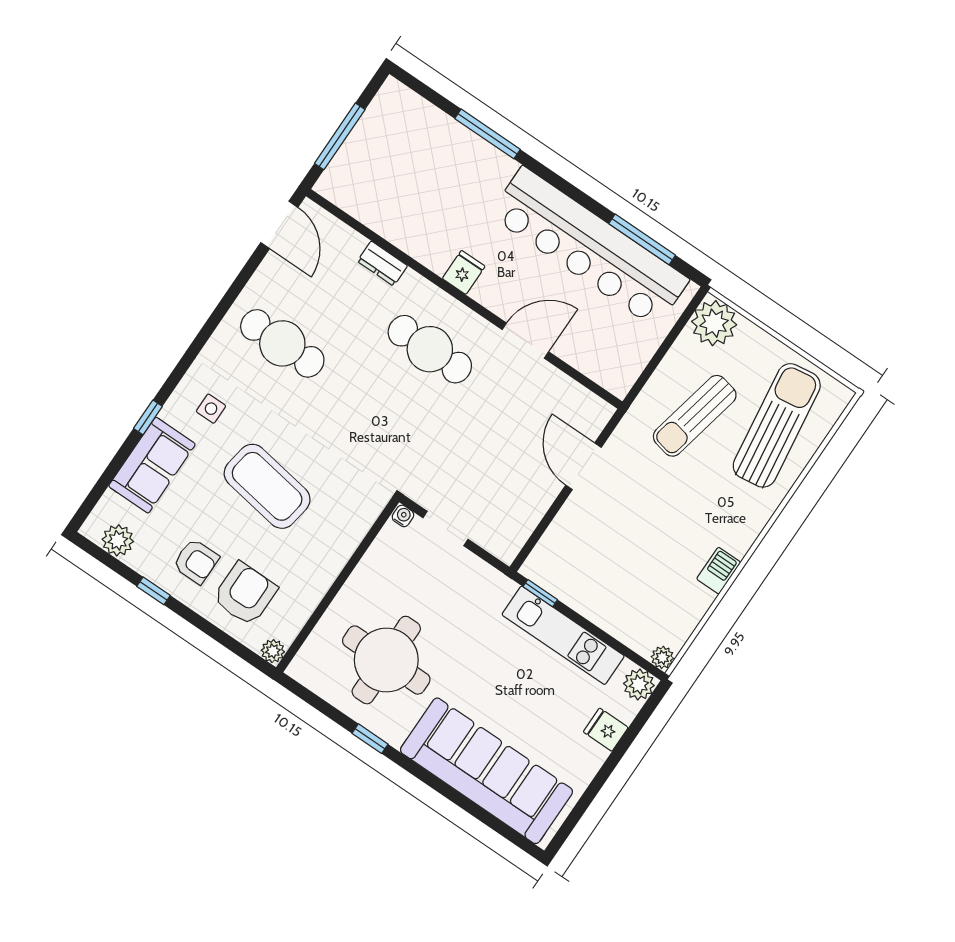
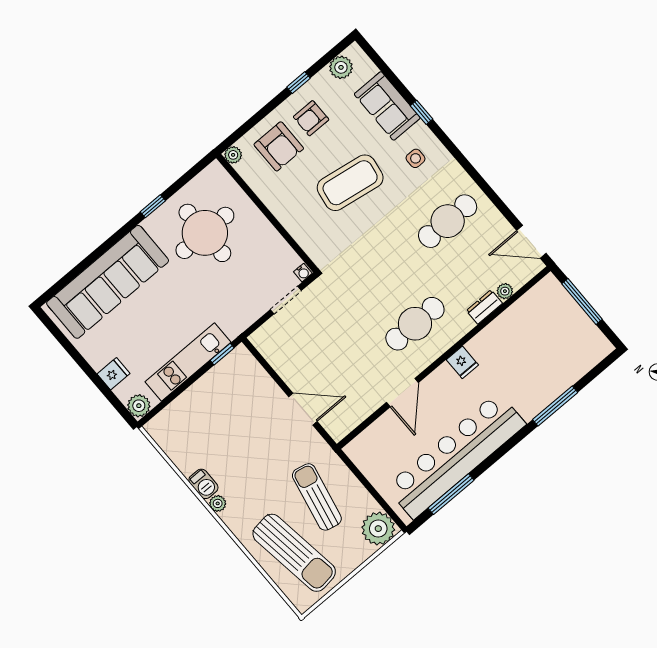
plant: (354, 242) -> (505, 291), added
plant: (662, 657) -> (218, 503), moved

